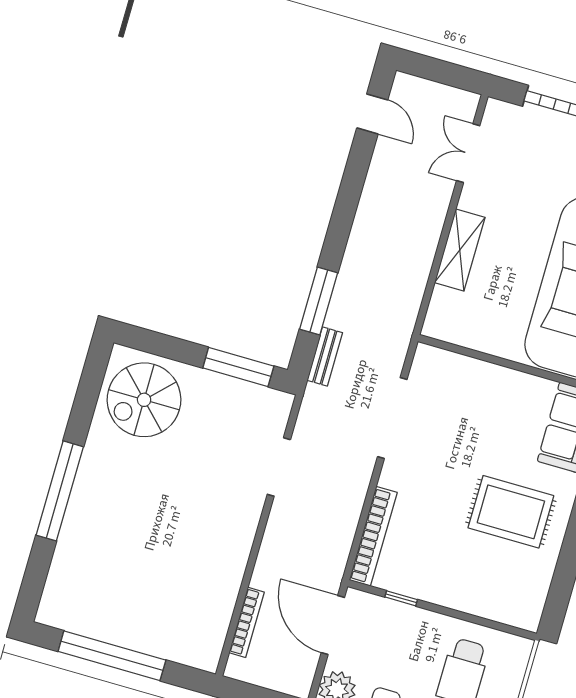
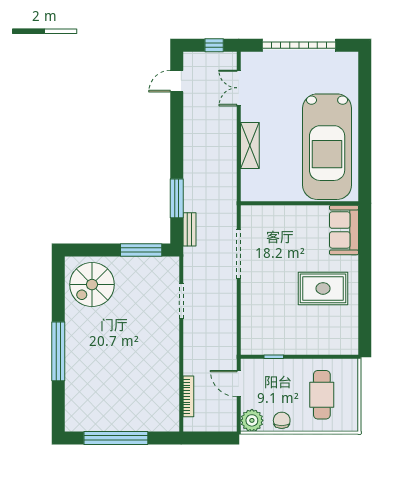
window: (448, 74) -> (214, 45), added
door: (372, 114) -> (177, 81), swing flipped
bookcase: (373, 536) -> (247, 325), removed
door: (333, 625) -> (239, 384), width x0.73

